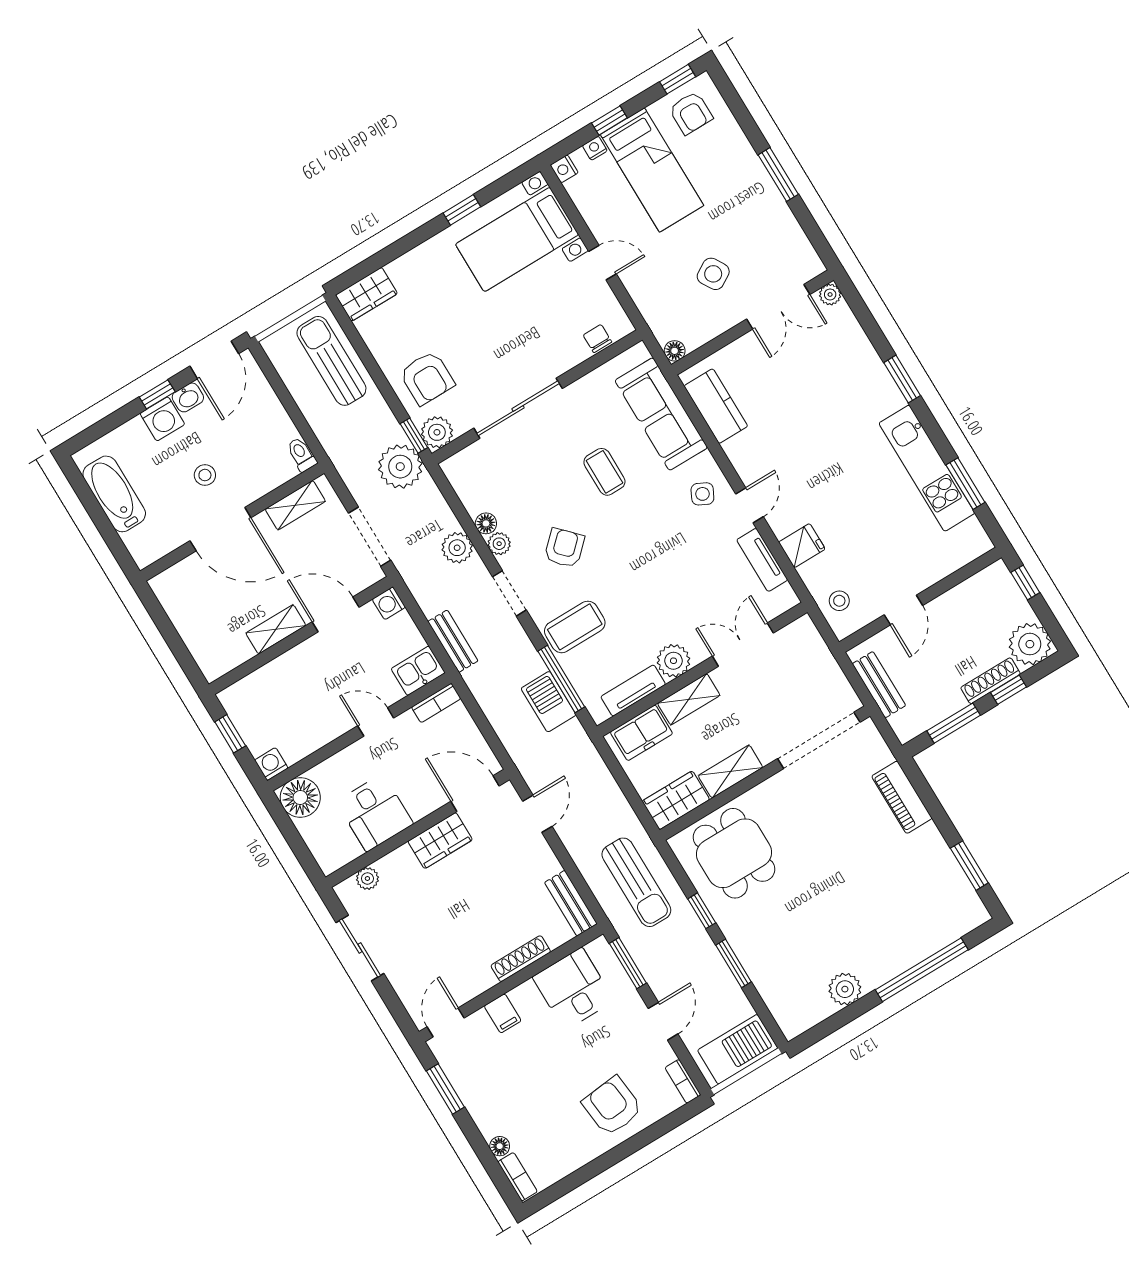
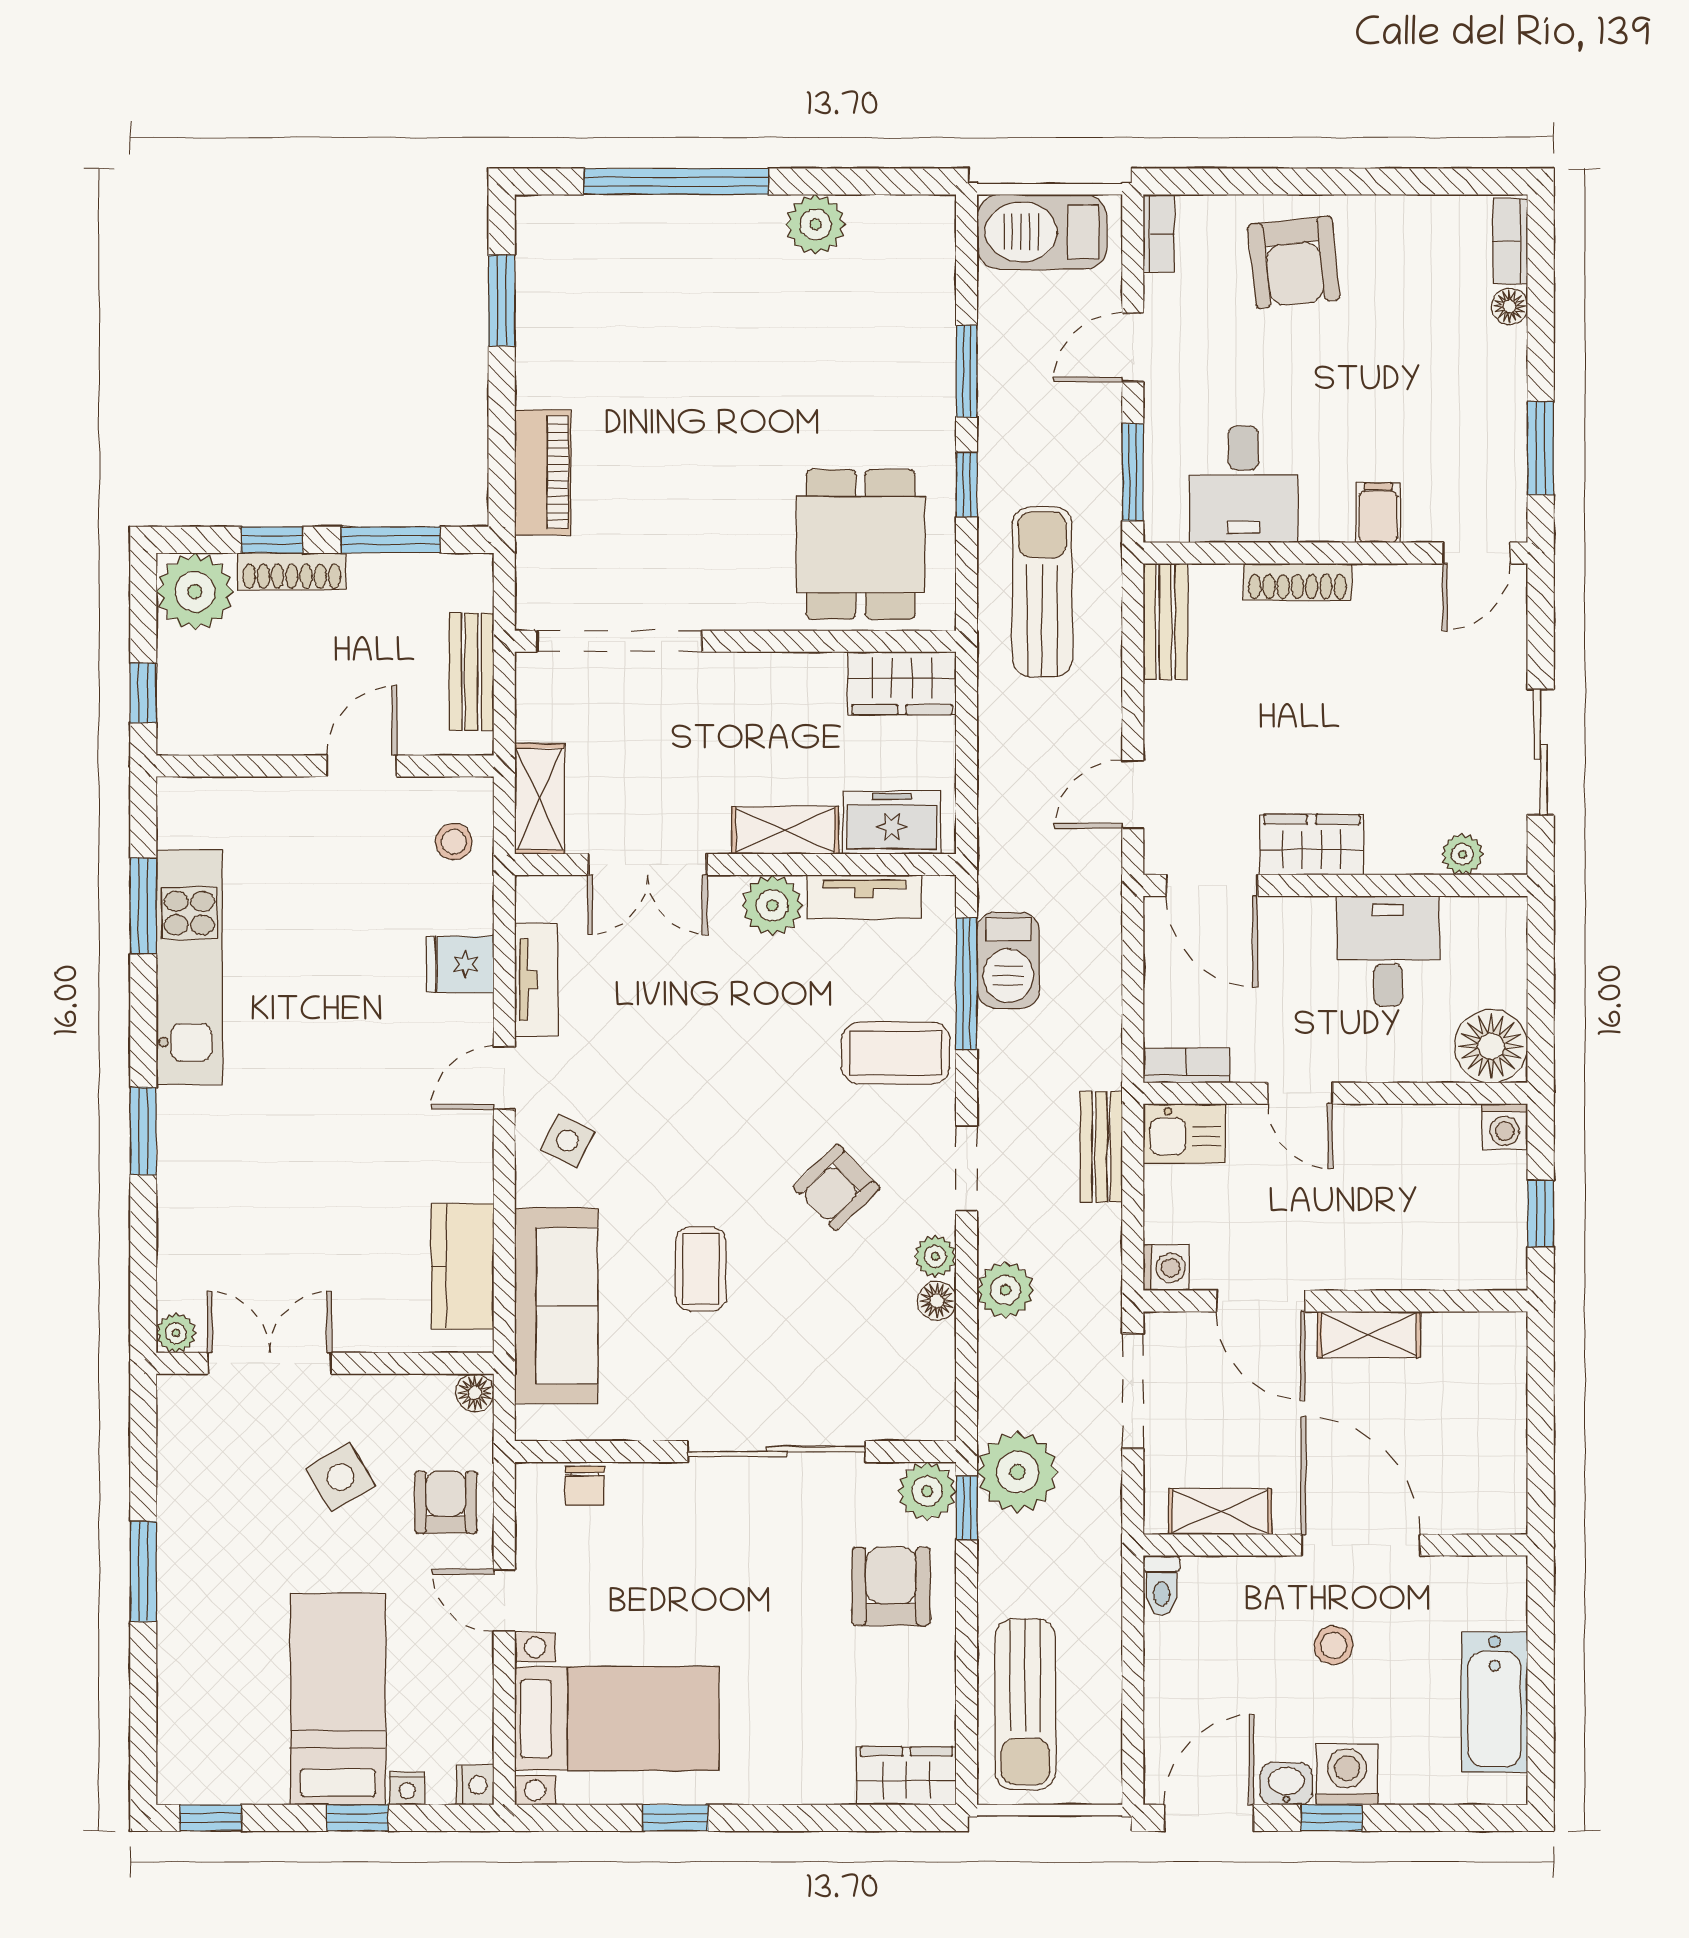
armchair: (691, 113) -> (446, 1502), moved
shelving: (730, 772) -> (540, 799), moved, turned 90

